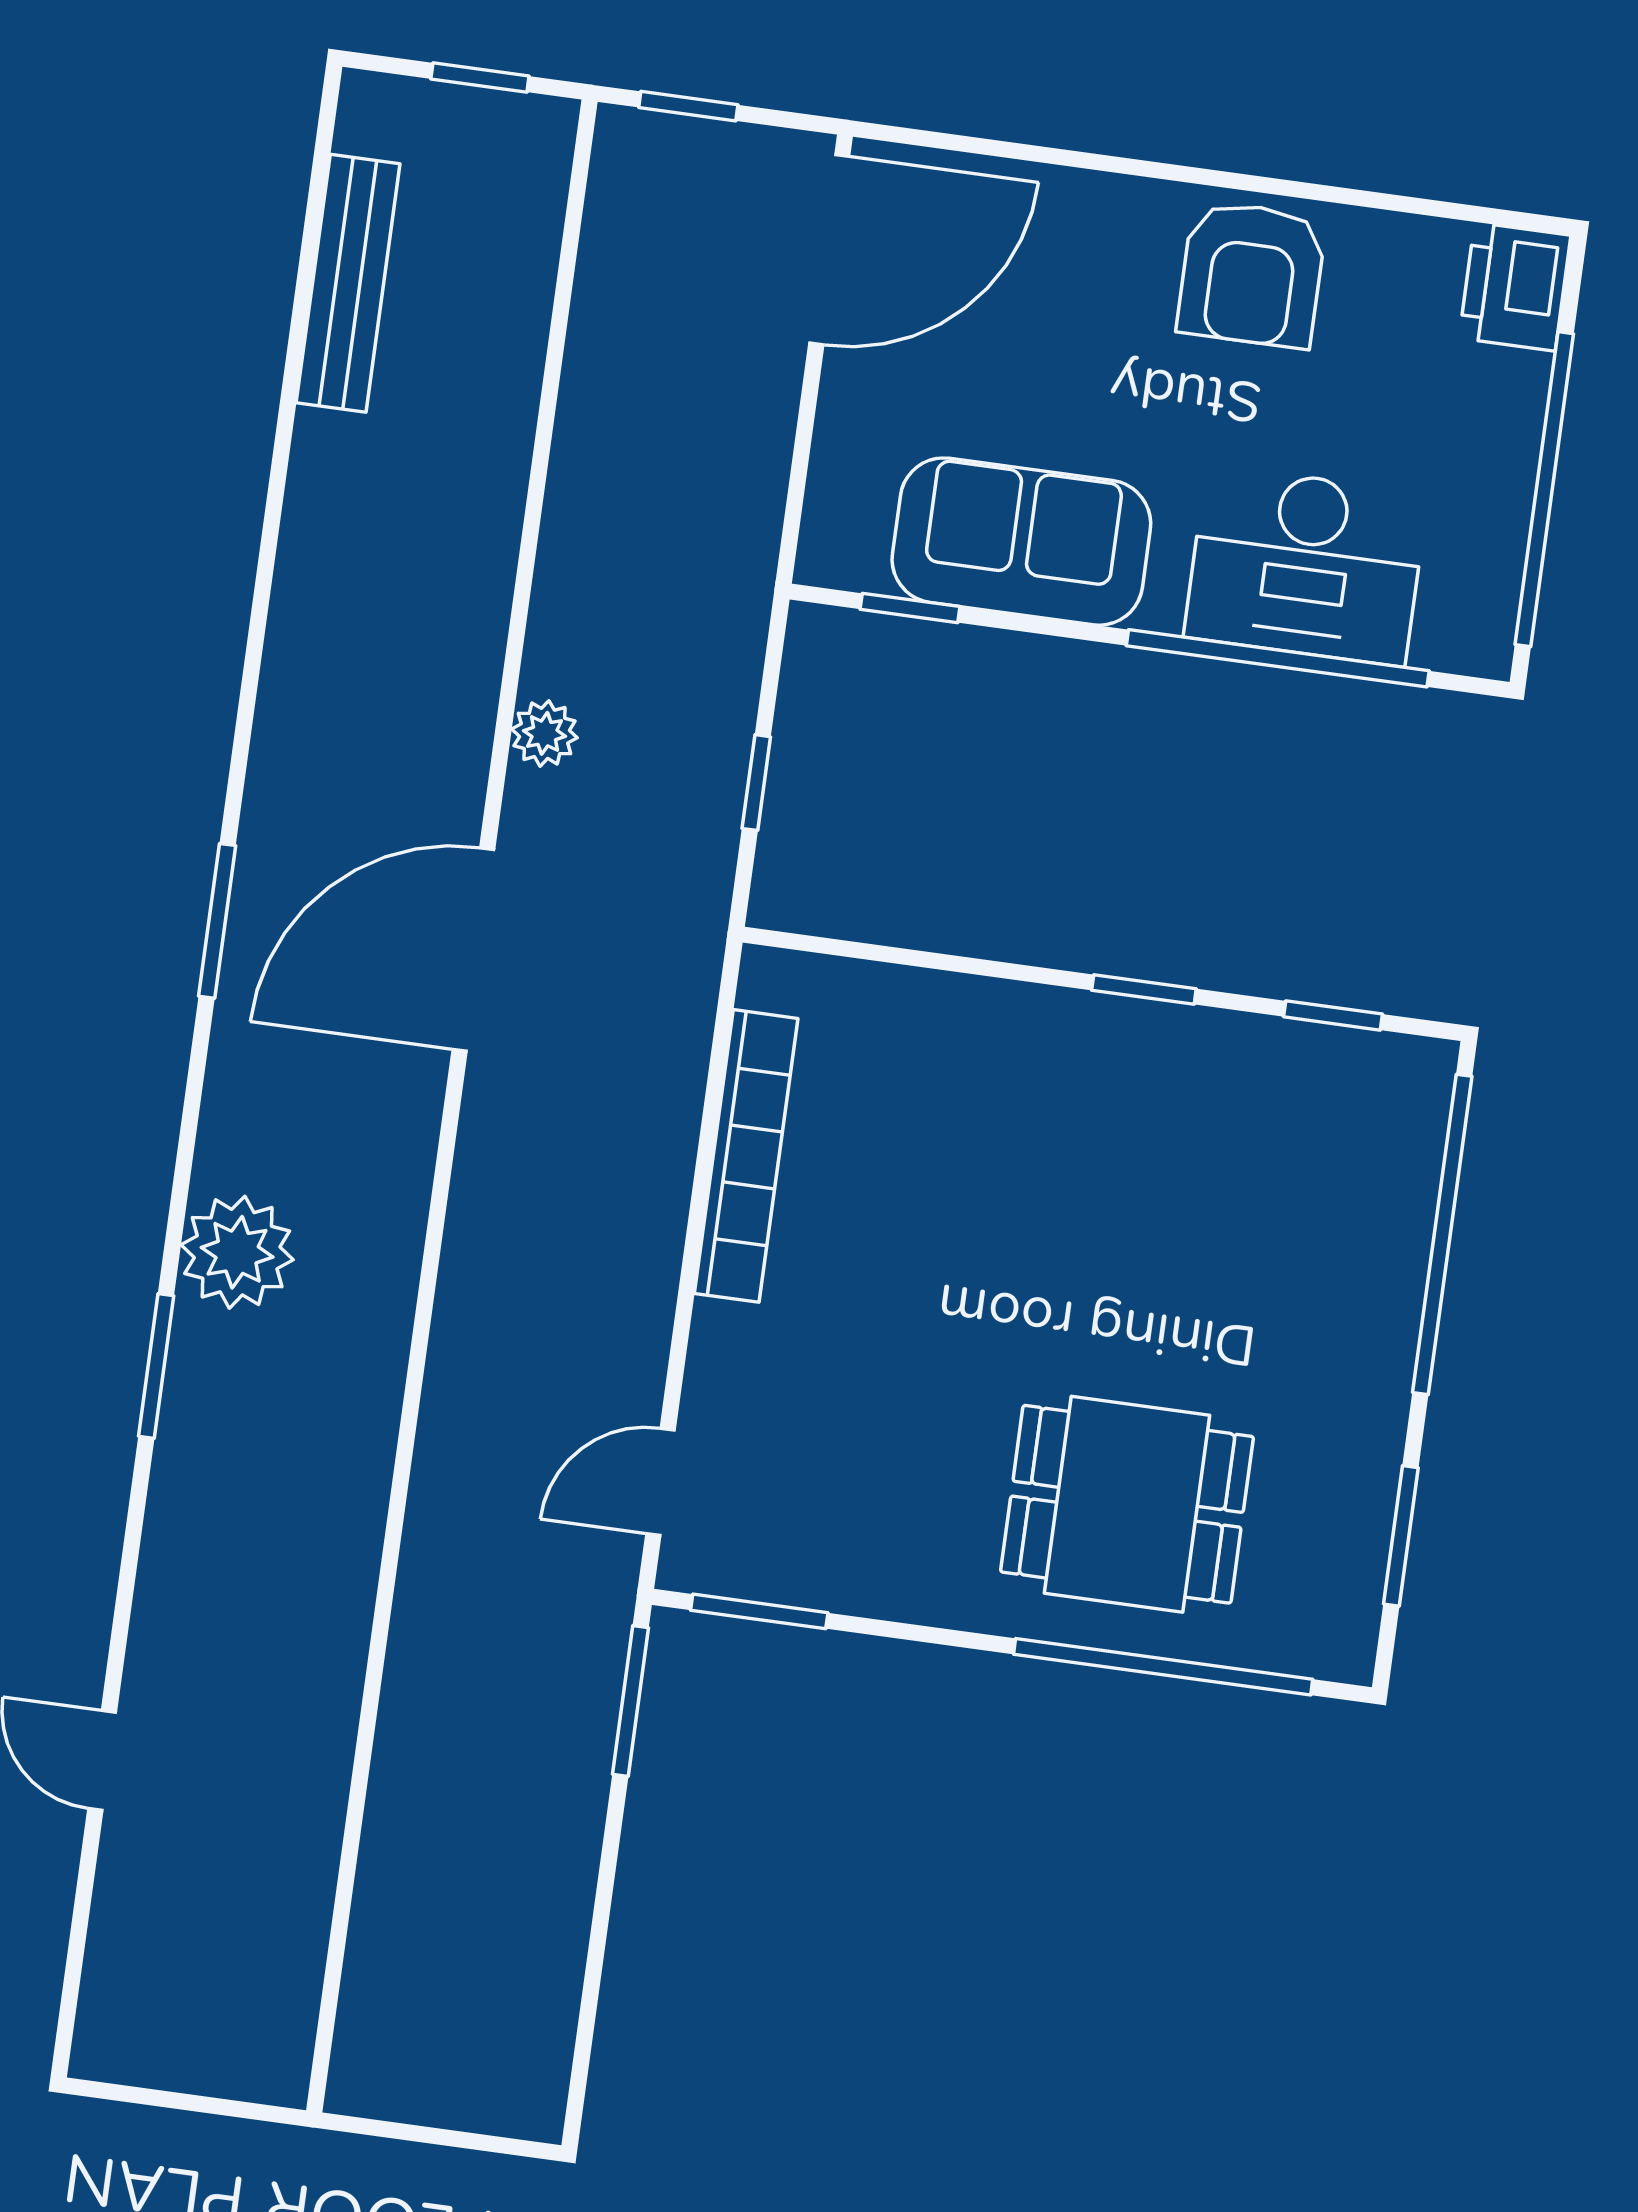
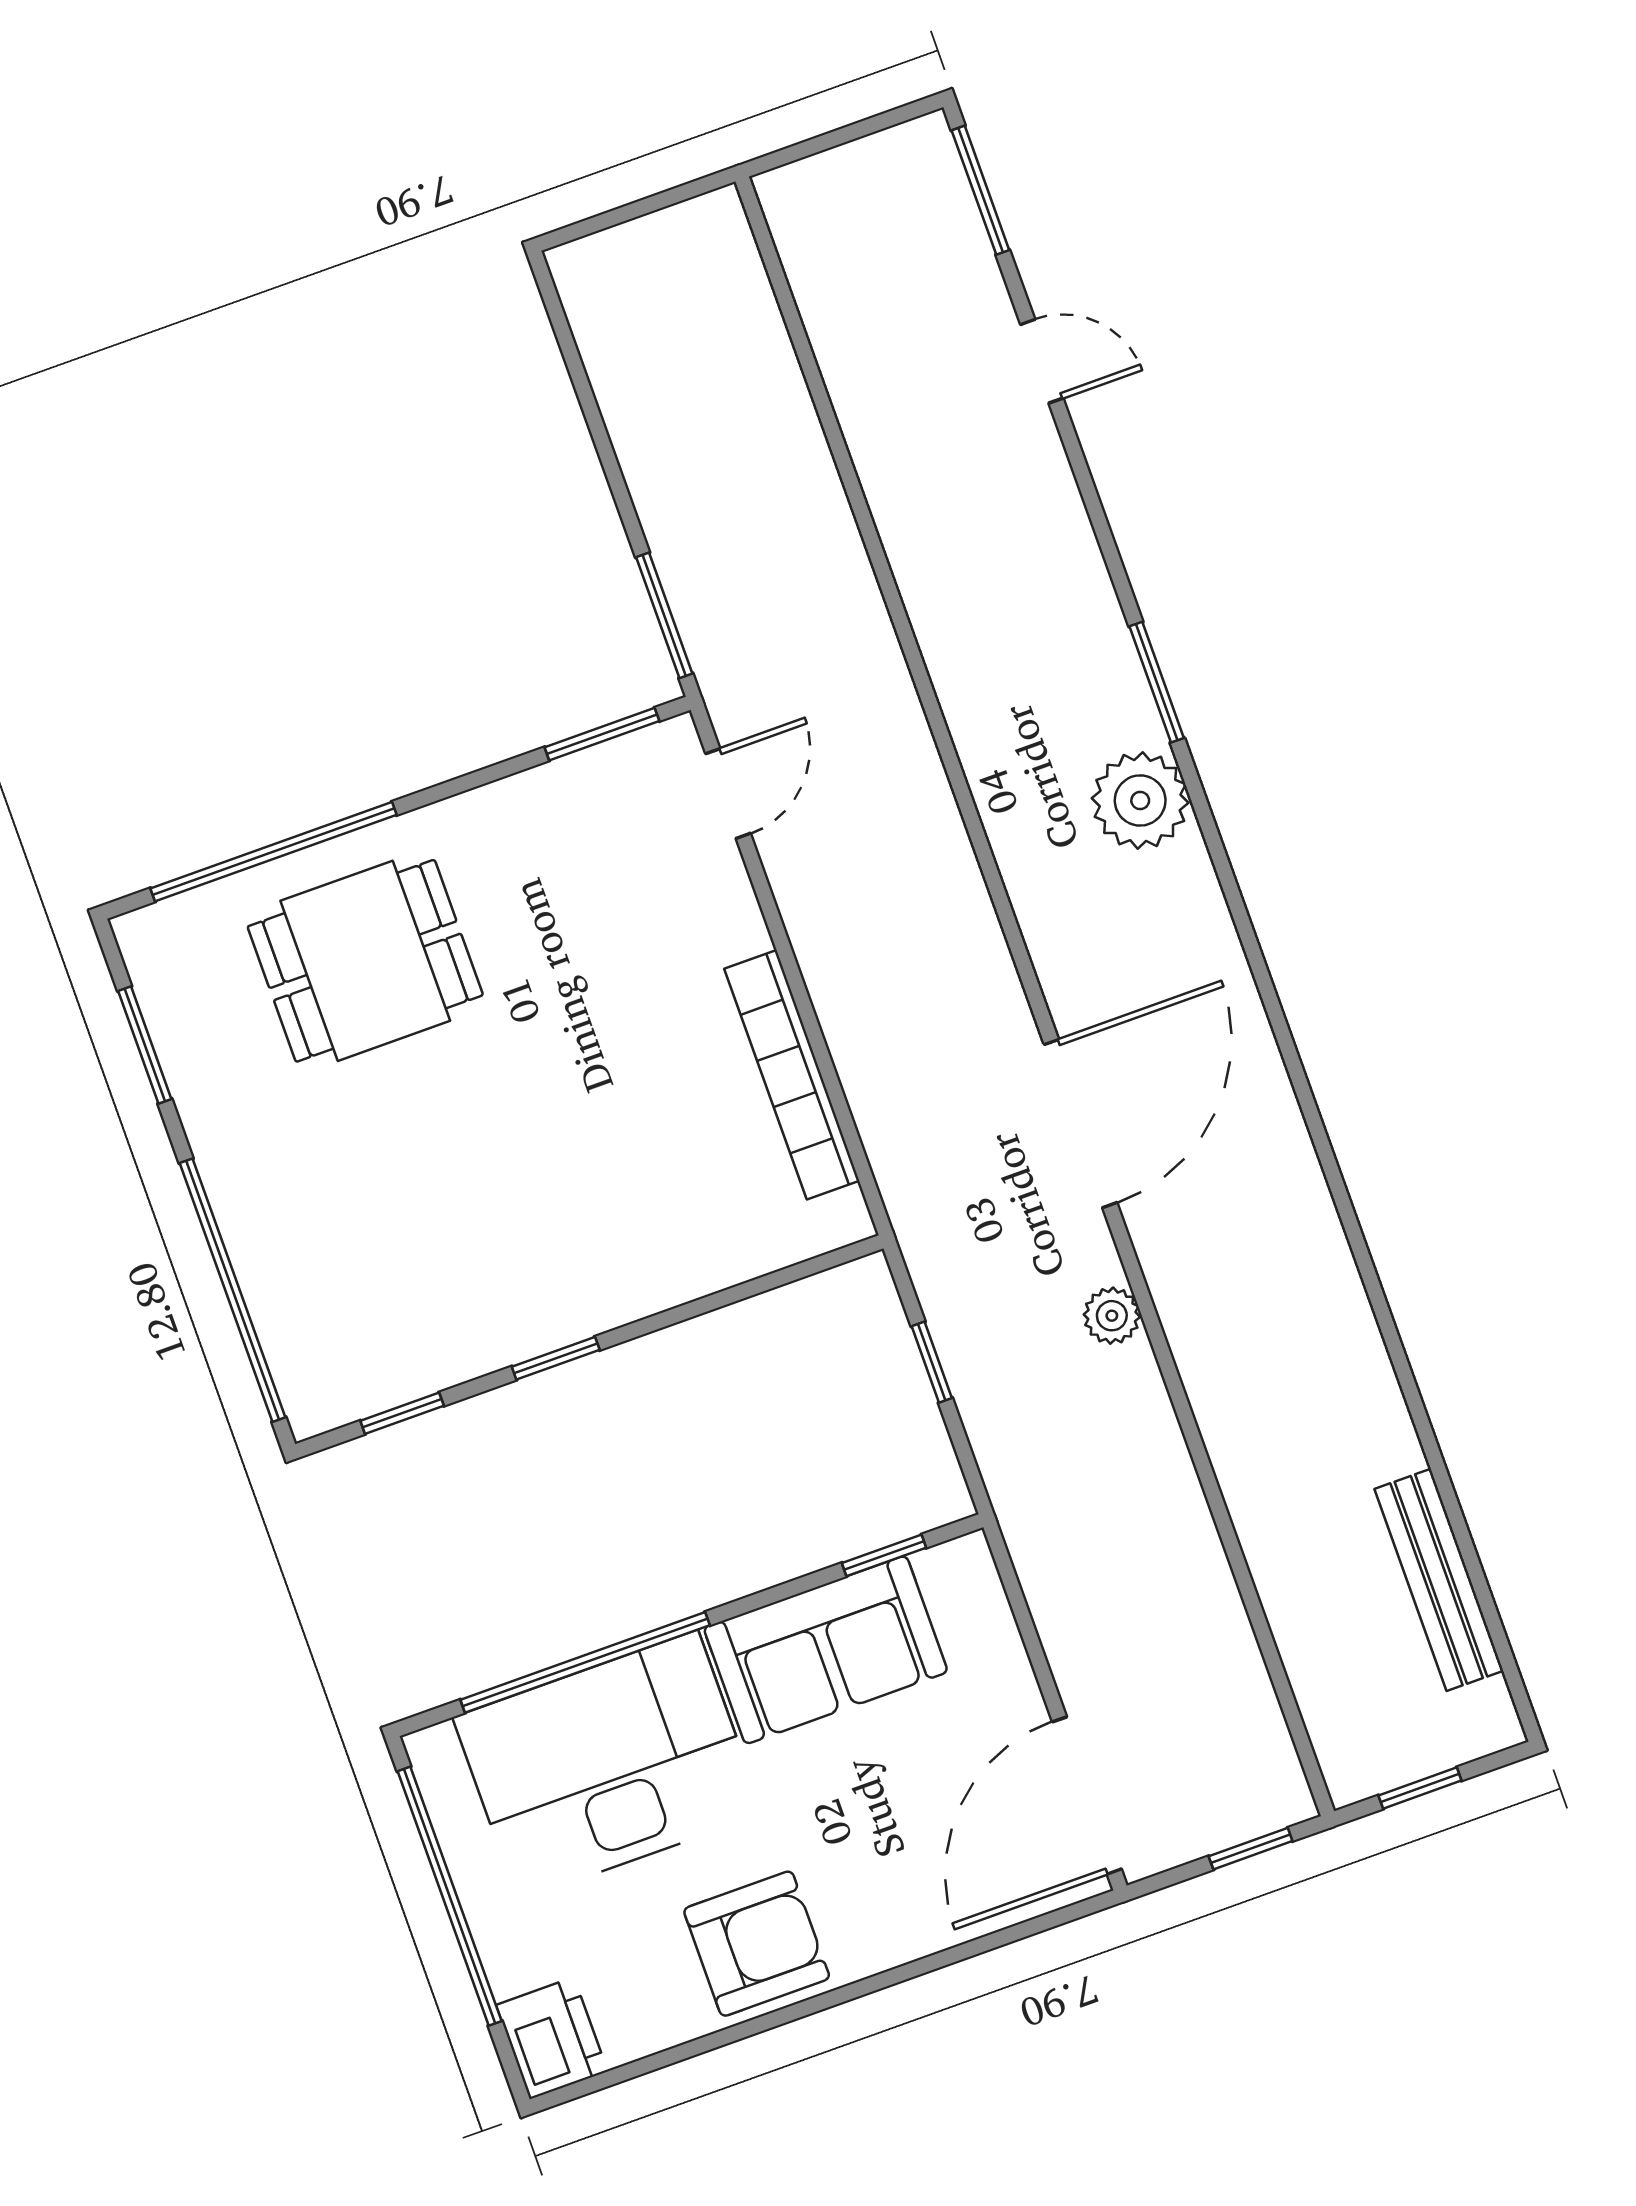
armchair: (1252, 274) -> (757, 1944), turned 90
desk: (1306, 565) -> (608, 1765), width x1.36, depth x1.30
window: (217, 921) -> (980, 190), moved

